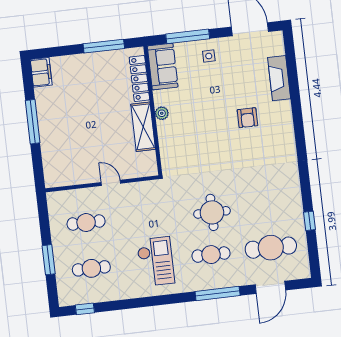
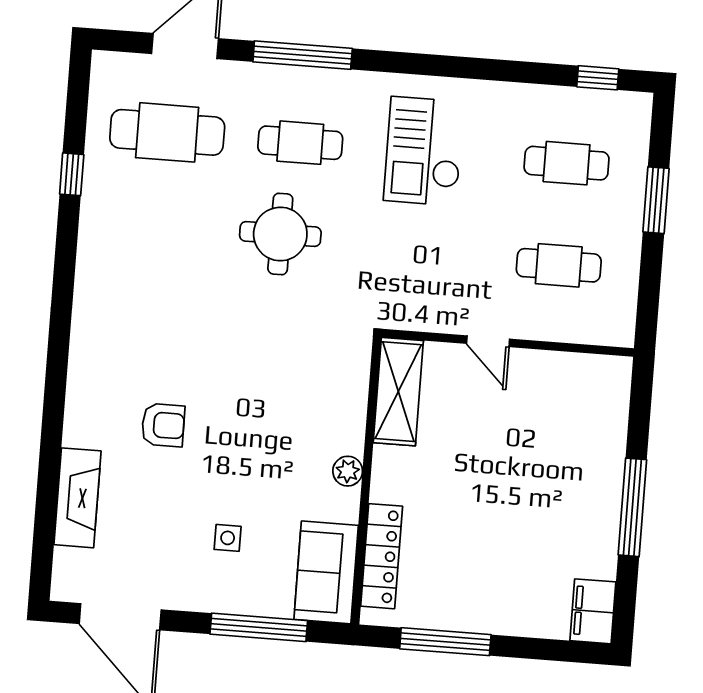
side table: (209, 56) -> (228, 538), moved
armchair: (247, 118) -> (163, 425), turned 90
shelving: (143, 127) -> (398, 392), moved

